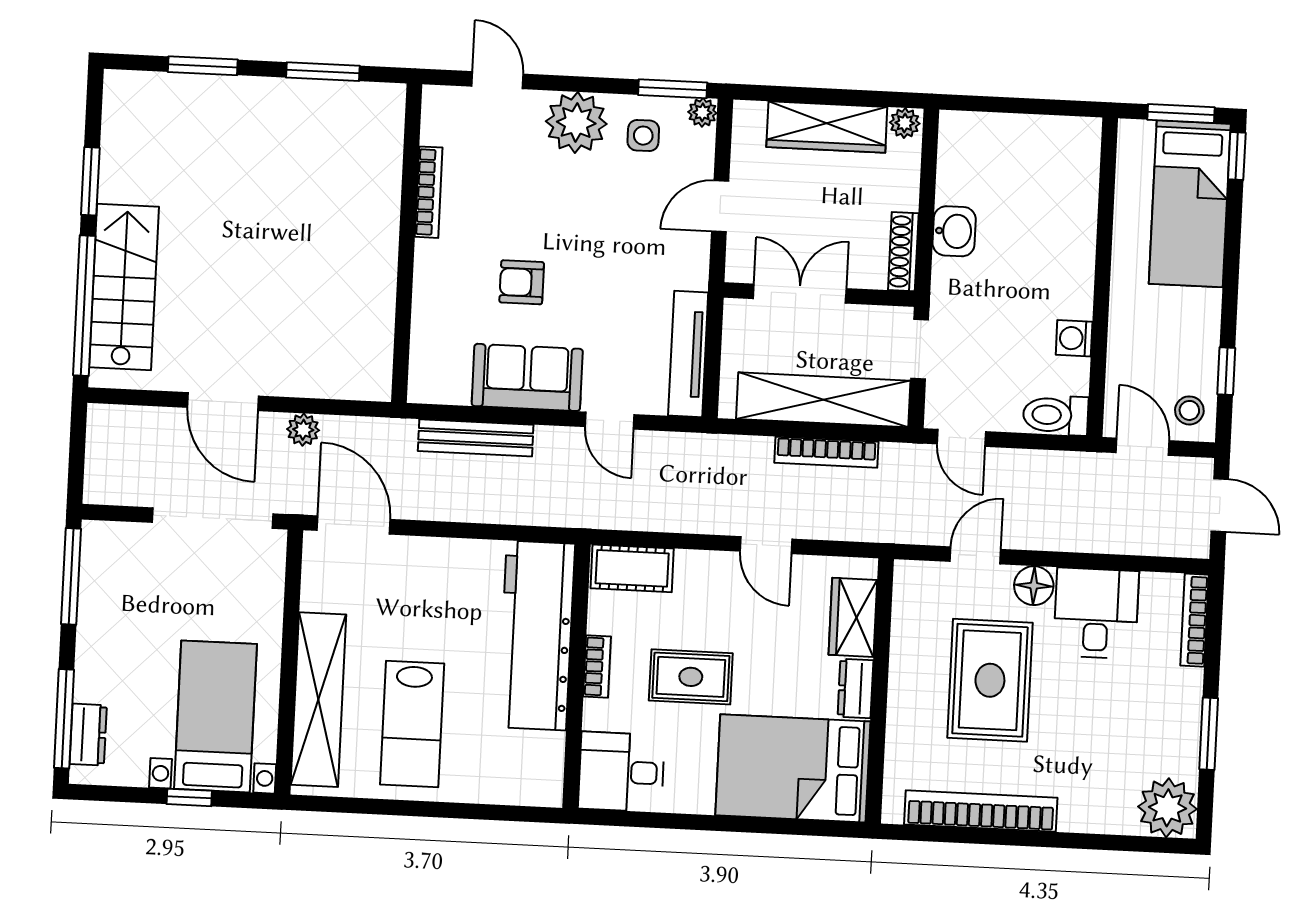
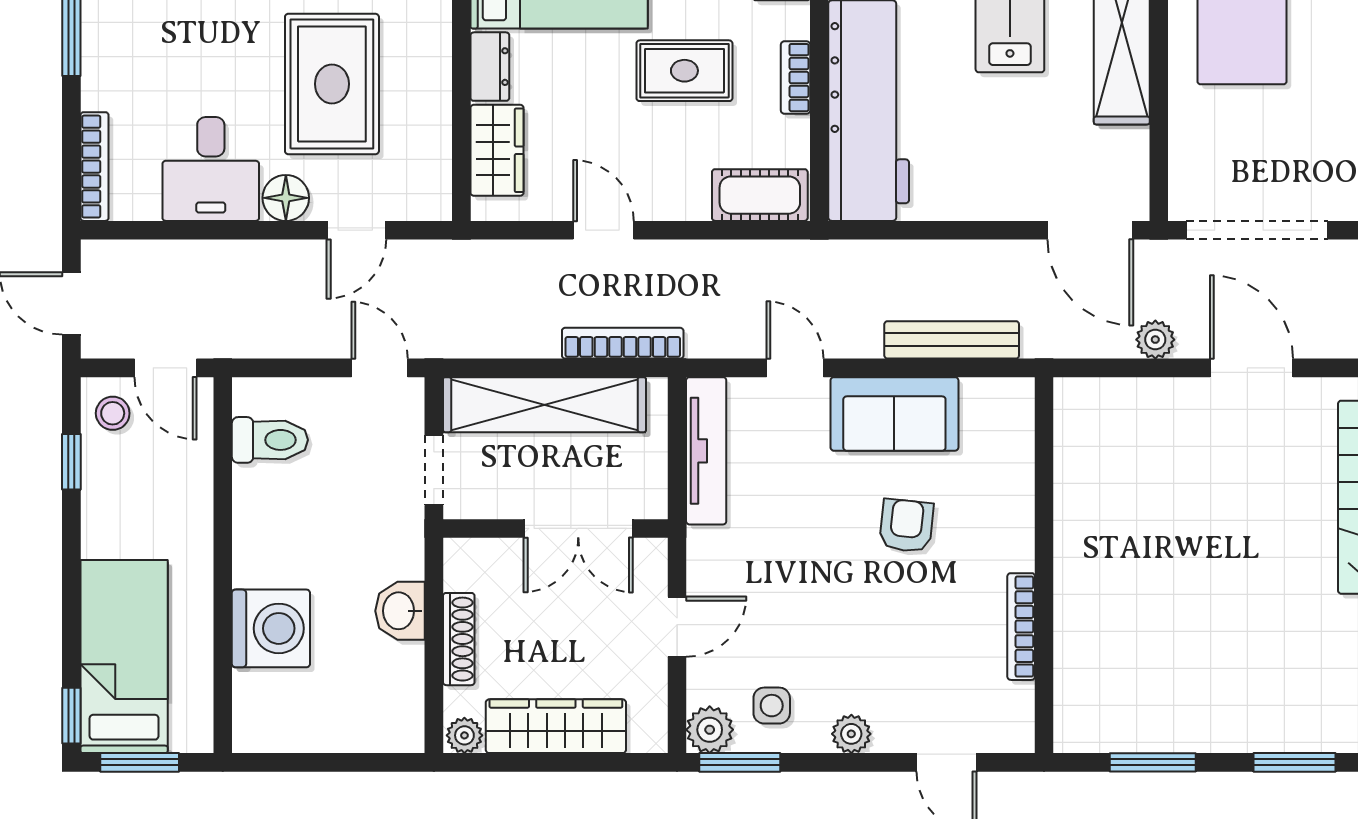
plant: (702, 112) -> (710, 730), width x1.38, depth x1.38
plant: (576, 123) -> (851, 734), width x0.53, depth x0.53
shoe rack: (903, 252) -> (459, 639), moved
armchair: (522, 282) -> (906, 526), turned -84
washing machine: (1074, 338) -> (271, 628), moved, width x1.89, depth x1.89
toilet: (1056, 415) -> (270, 440), moved
bookcase: (826, 452) -> (623, 343), moved

